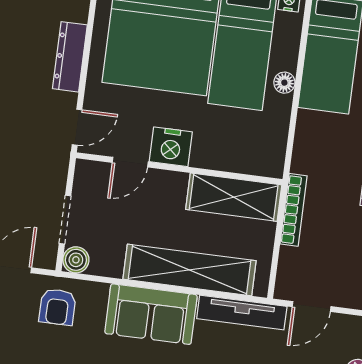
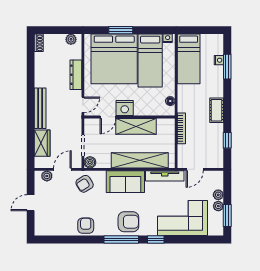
floor lamp: (284, 83) -> (170, 101), moved
shelving: (234, 197) -> (136, 126), moved
armchair: (57, 307) -> (85, 184), turned 58

